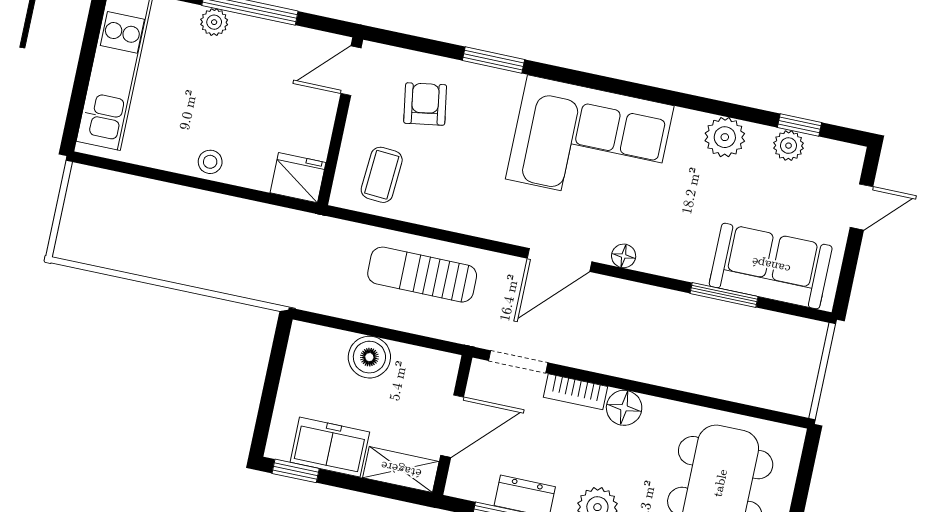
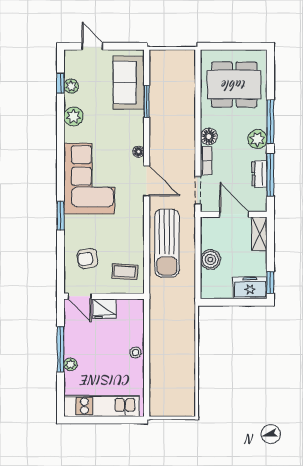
window: (494, 60) -> (61, 216), moved
fridge: (298, 178) -> (104, 309), moved, turned -90
sun lounger: (422, 275) -> (167, 243), width x1.36, depth x1.34
freezer: (330, 447) -> (250, 288), moved, turned 90

